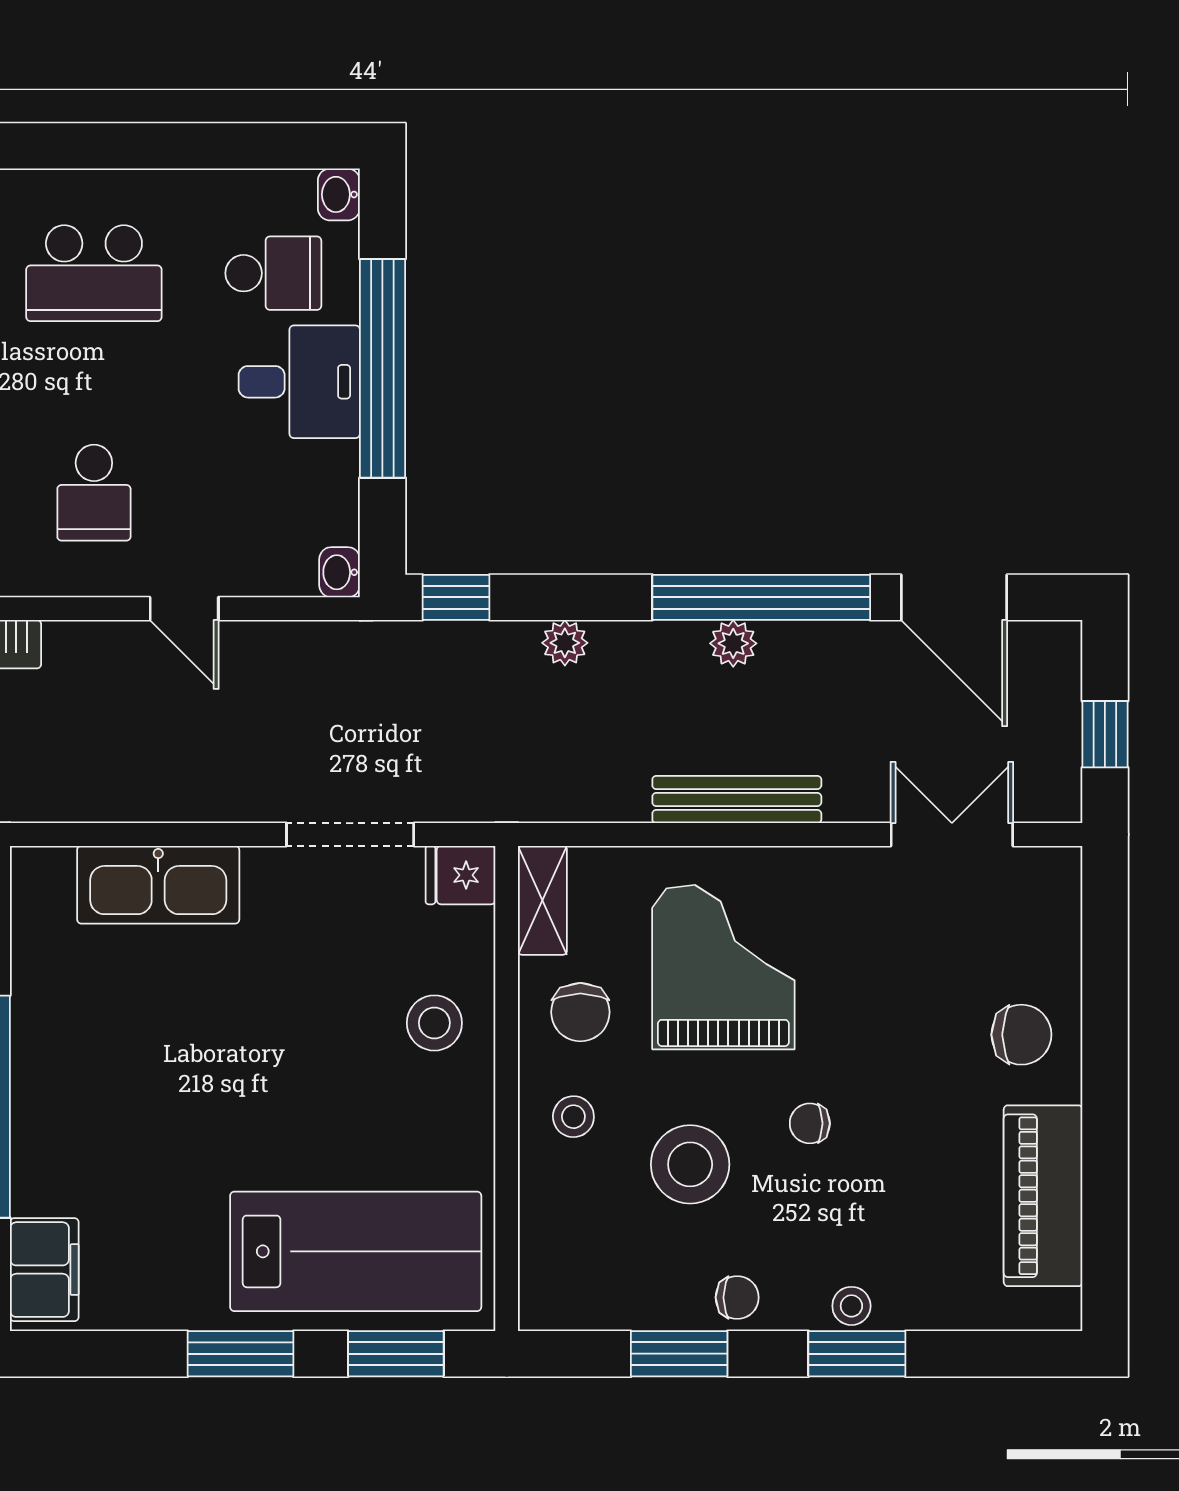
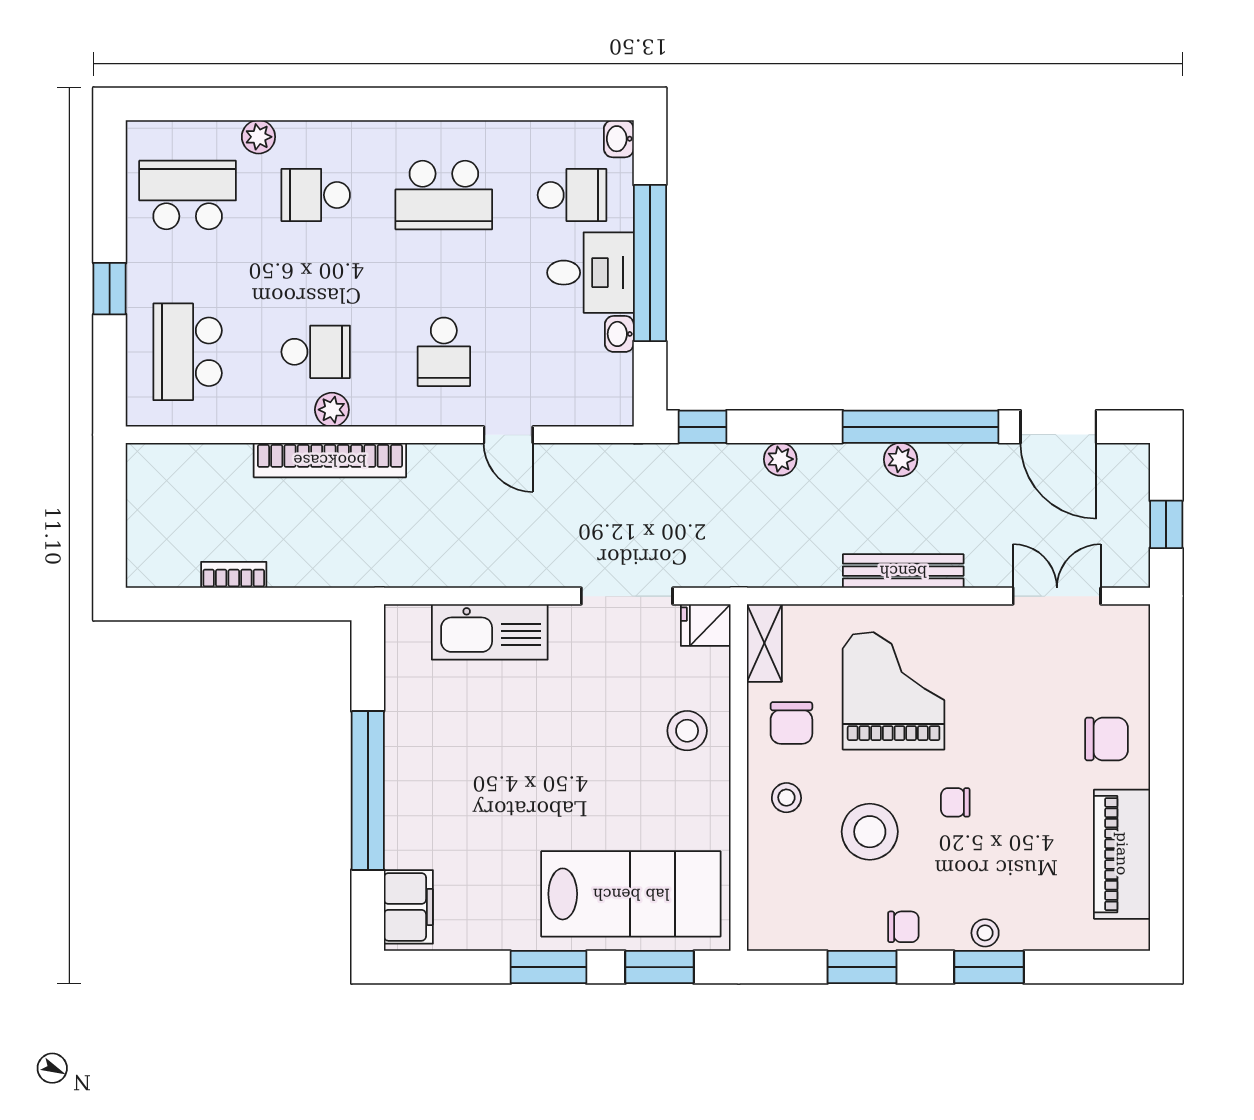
washbasin: (340, 572) -> (619, 334), moved

